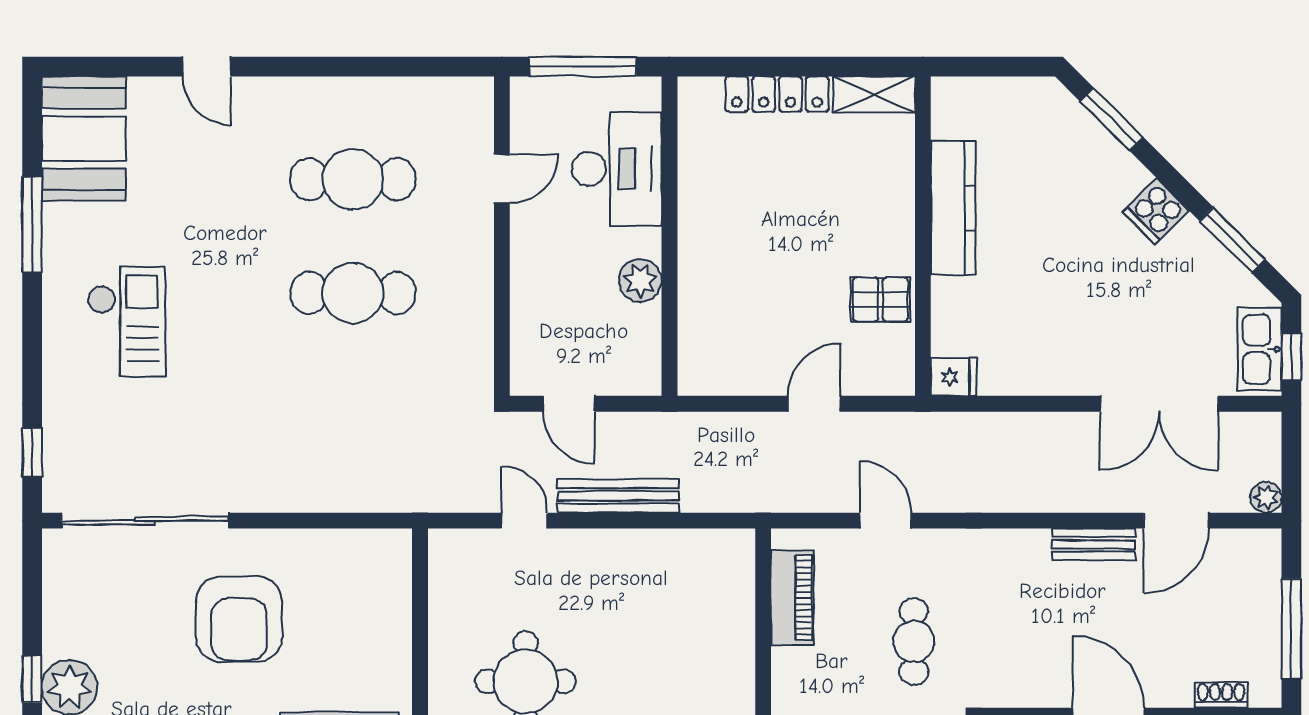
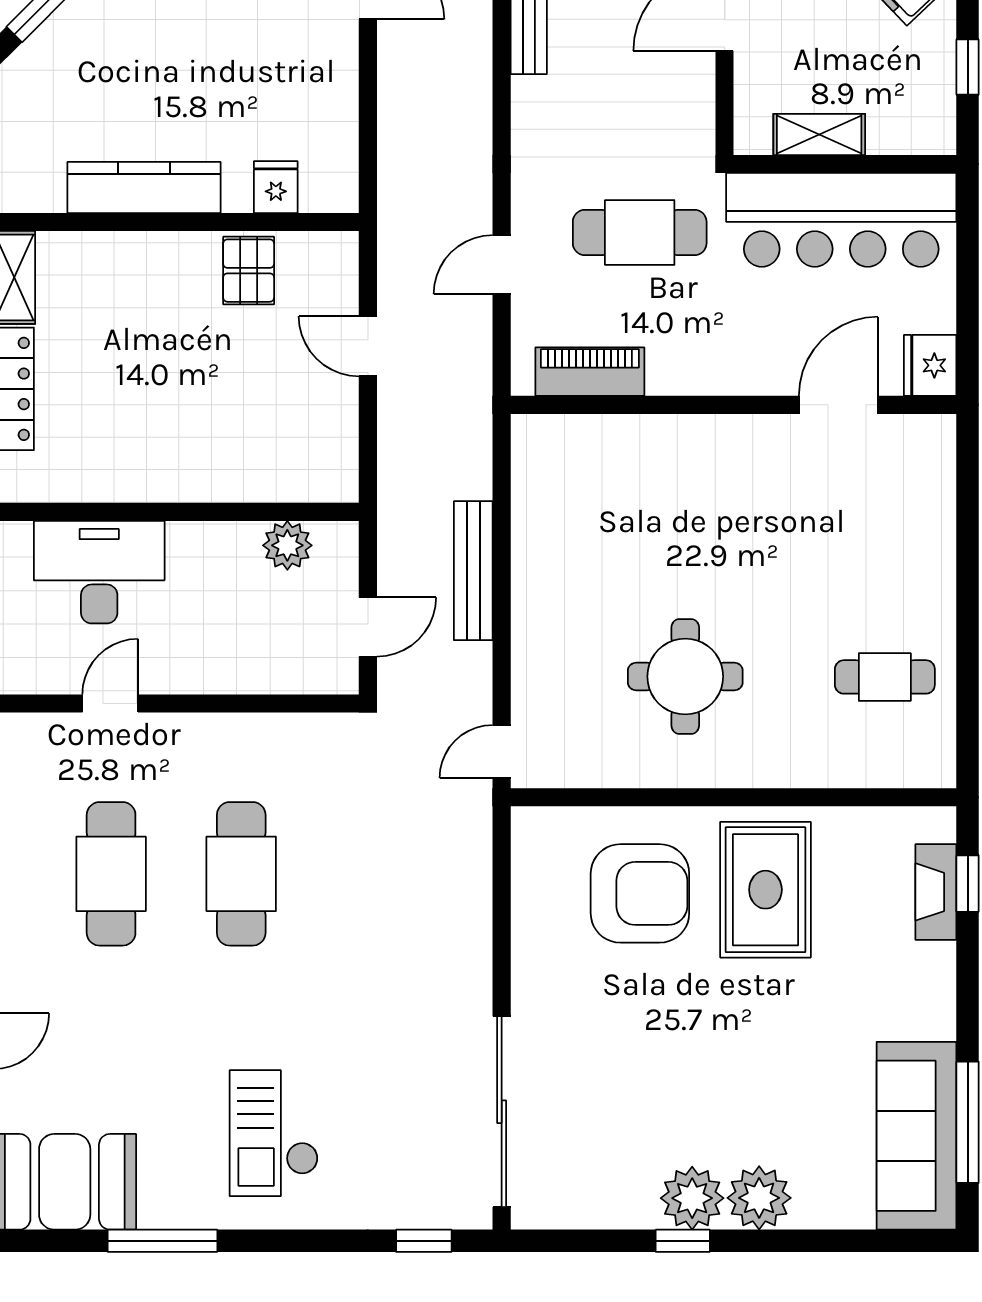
door: (502, 178) -> (110, 704), hinge flipped
plant: (640, 280) -> (287, 545), moved
checkout: (126, 322) -> (274, 1133), turned -90
fridge: (953, 377) -> (276, 187), moved
door: (525, 521) -> (502, 752), moved
armchair: (239, 619) -> (640, 893), moved
cafe table: (914, 641) -> (640, 233), width x1.37, depth x1.35

